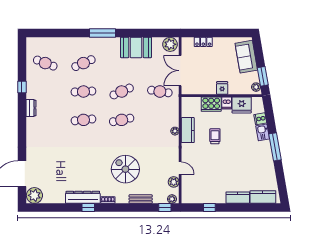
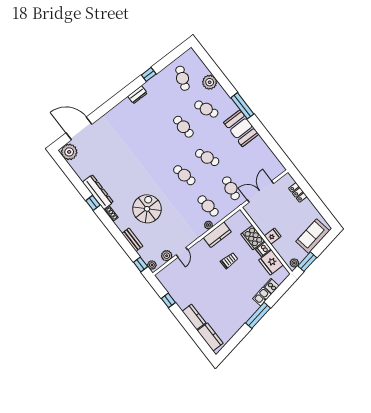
plant: (170, 44) -> (210, 82), moved
booth: (136, 47) -> (241, 128), moved
cafe table: (83, 120) -> (208, 206), moved

